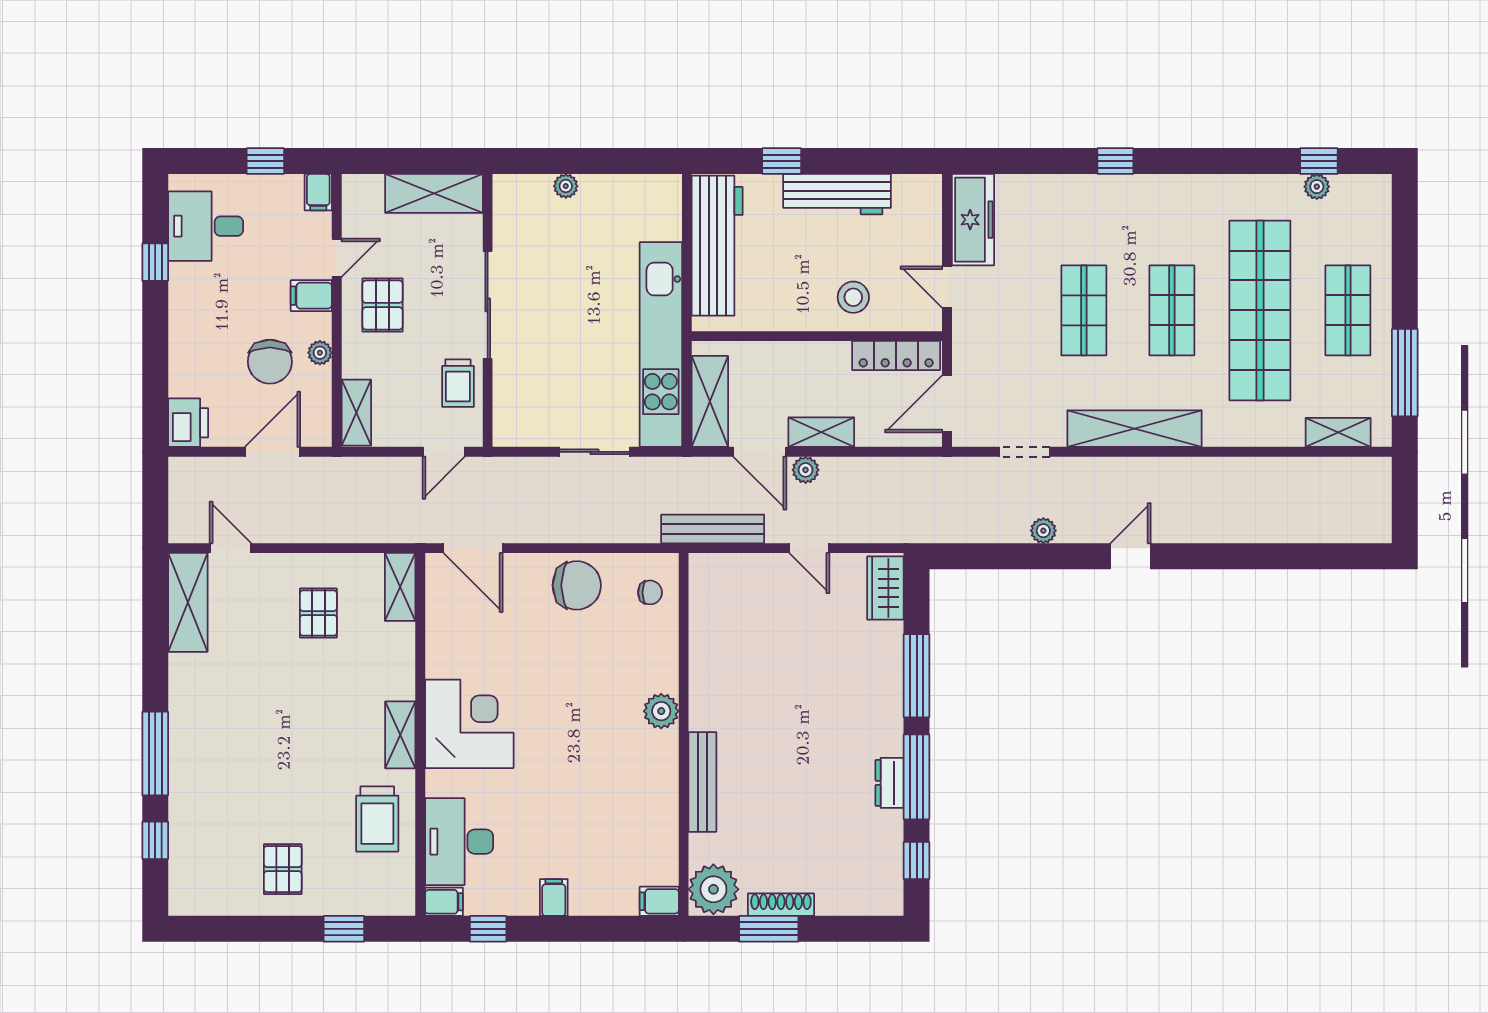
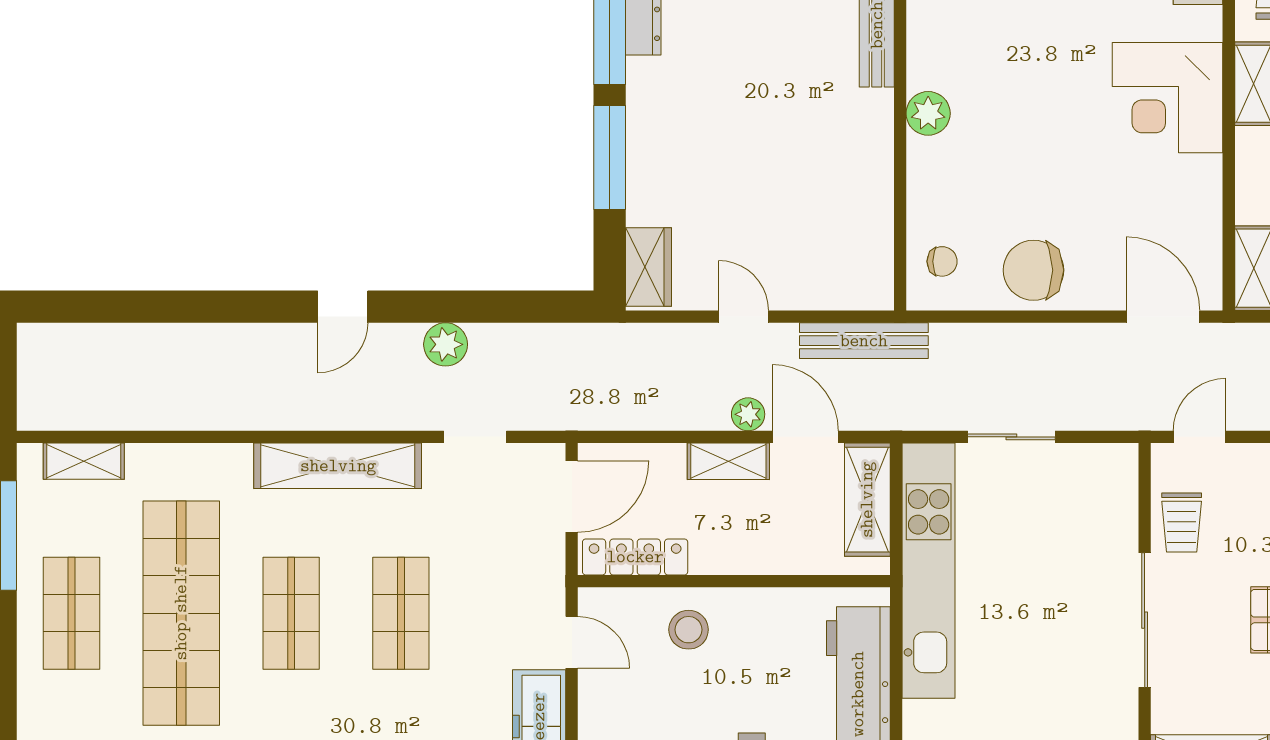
trolley: (458, 383) -> (1182, 522), turned 180
plant: (1043, 531) -> (446, 344), width x1.38, depth x1.38
chair: (650, 592) -> (942, 261), turned 180

